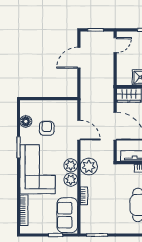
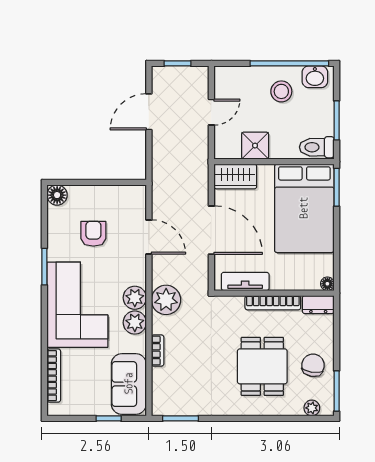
door: (115, 45) -> (211, 112), moved
floor lamp: (26, 121) -> (57, 195), moved

